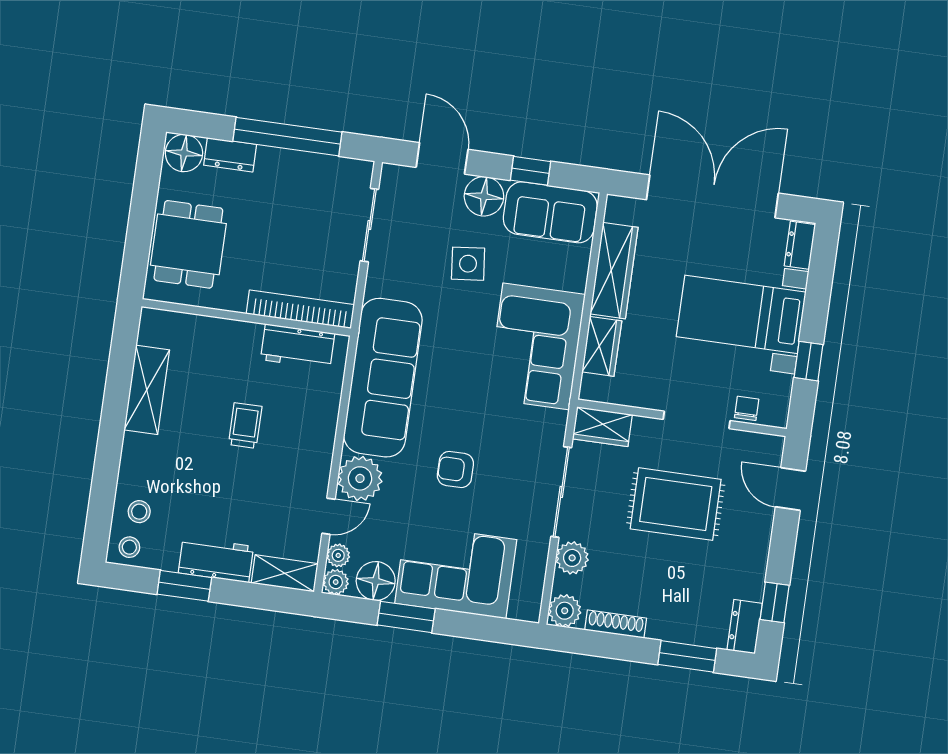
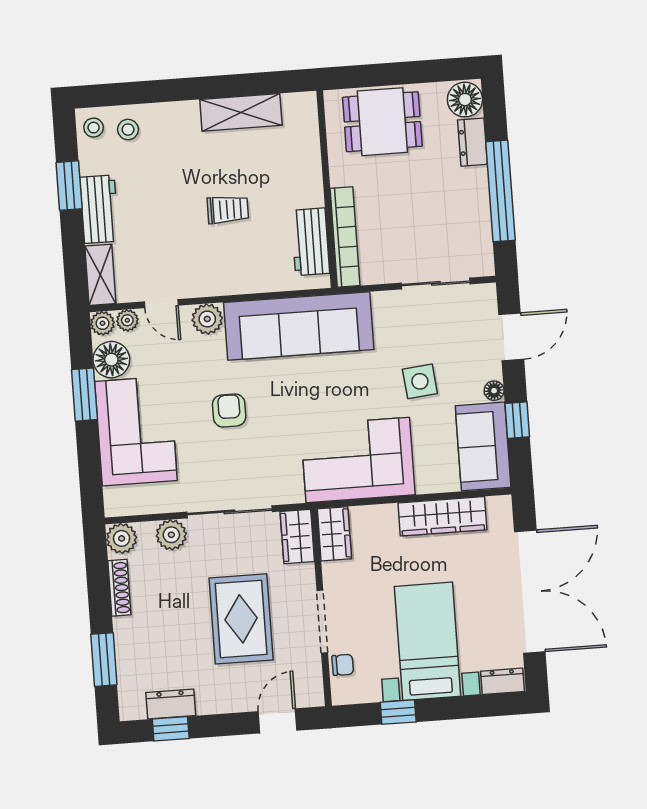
floor lamp: (484, 196) -> (494, 391), width x0.53, depth x0.53
wardrobe: (602, 346) -> (334, 534), moved, turned -90
plant: (360, 478) -> (207, 319), width x0.73, depth x0.73
dresser: (745, 627) -> (171, 704), moved

